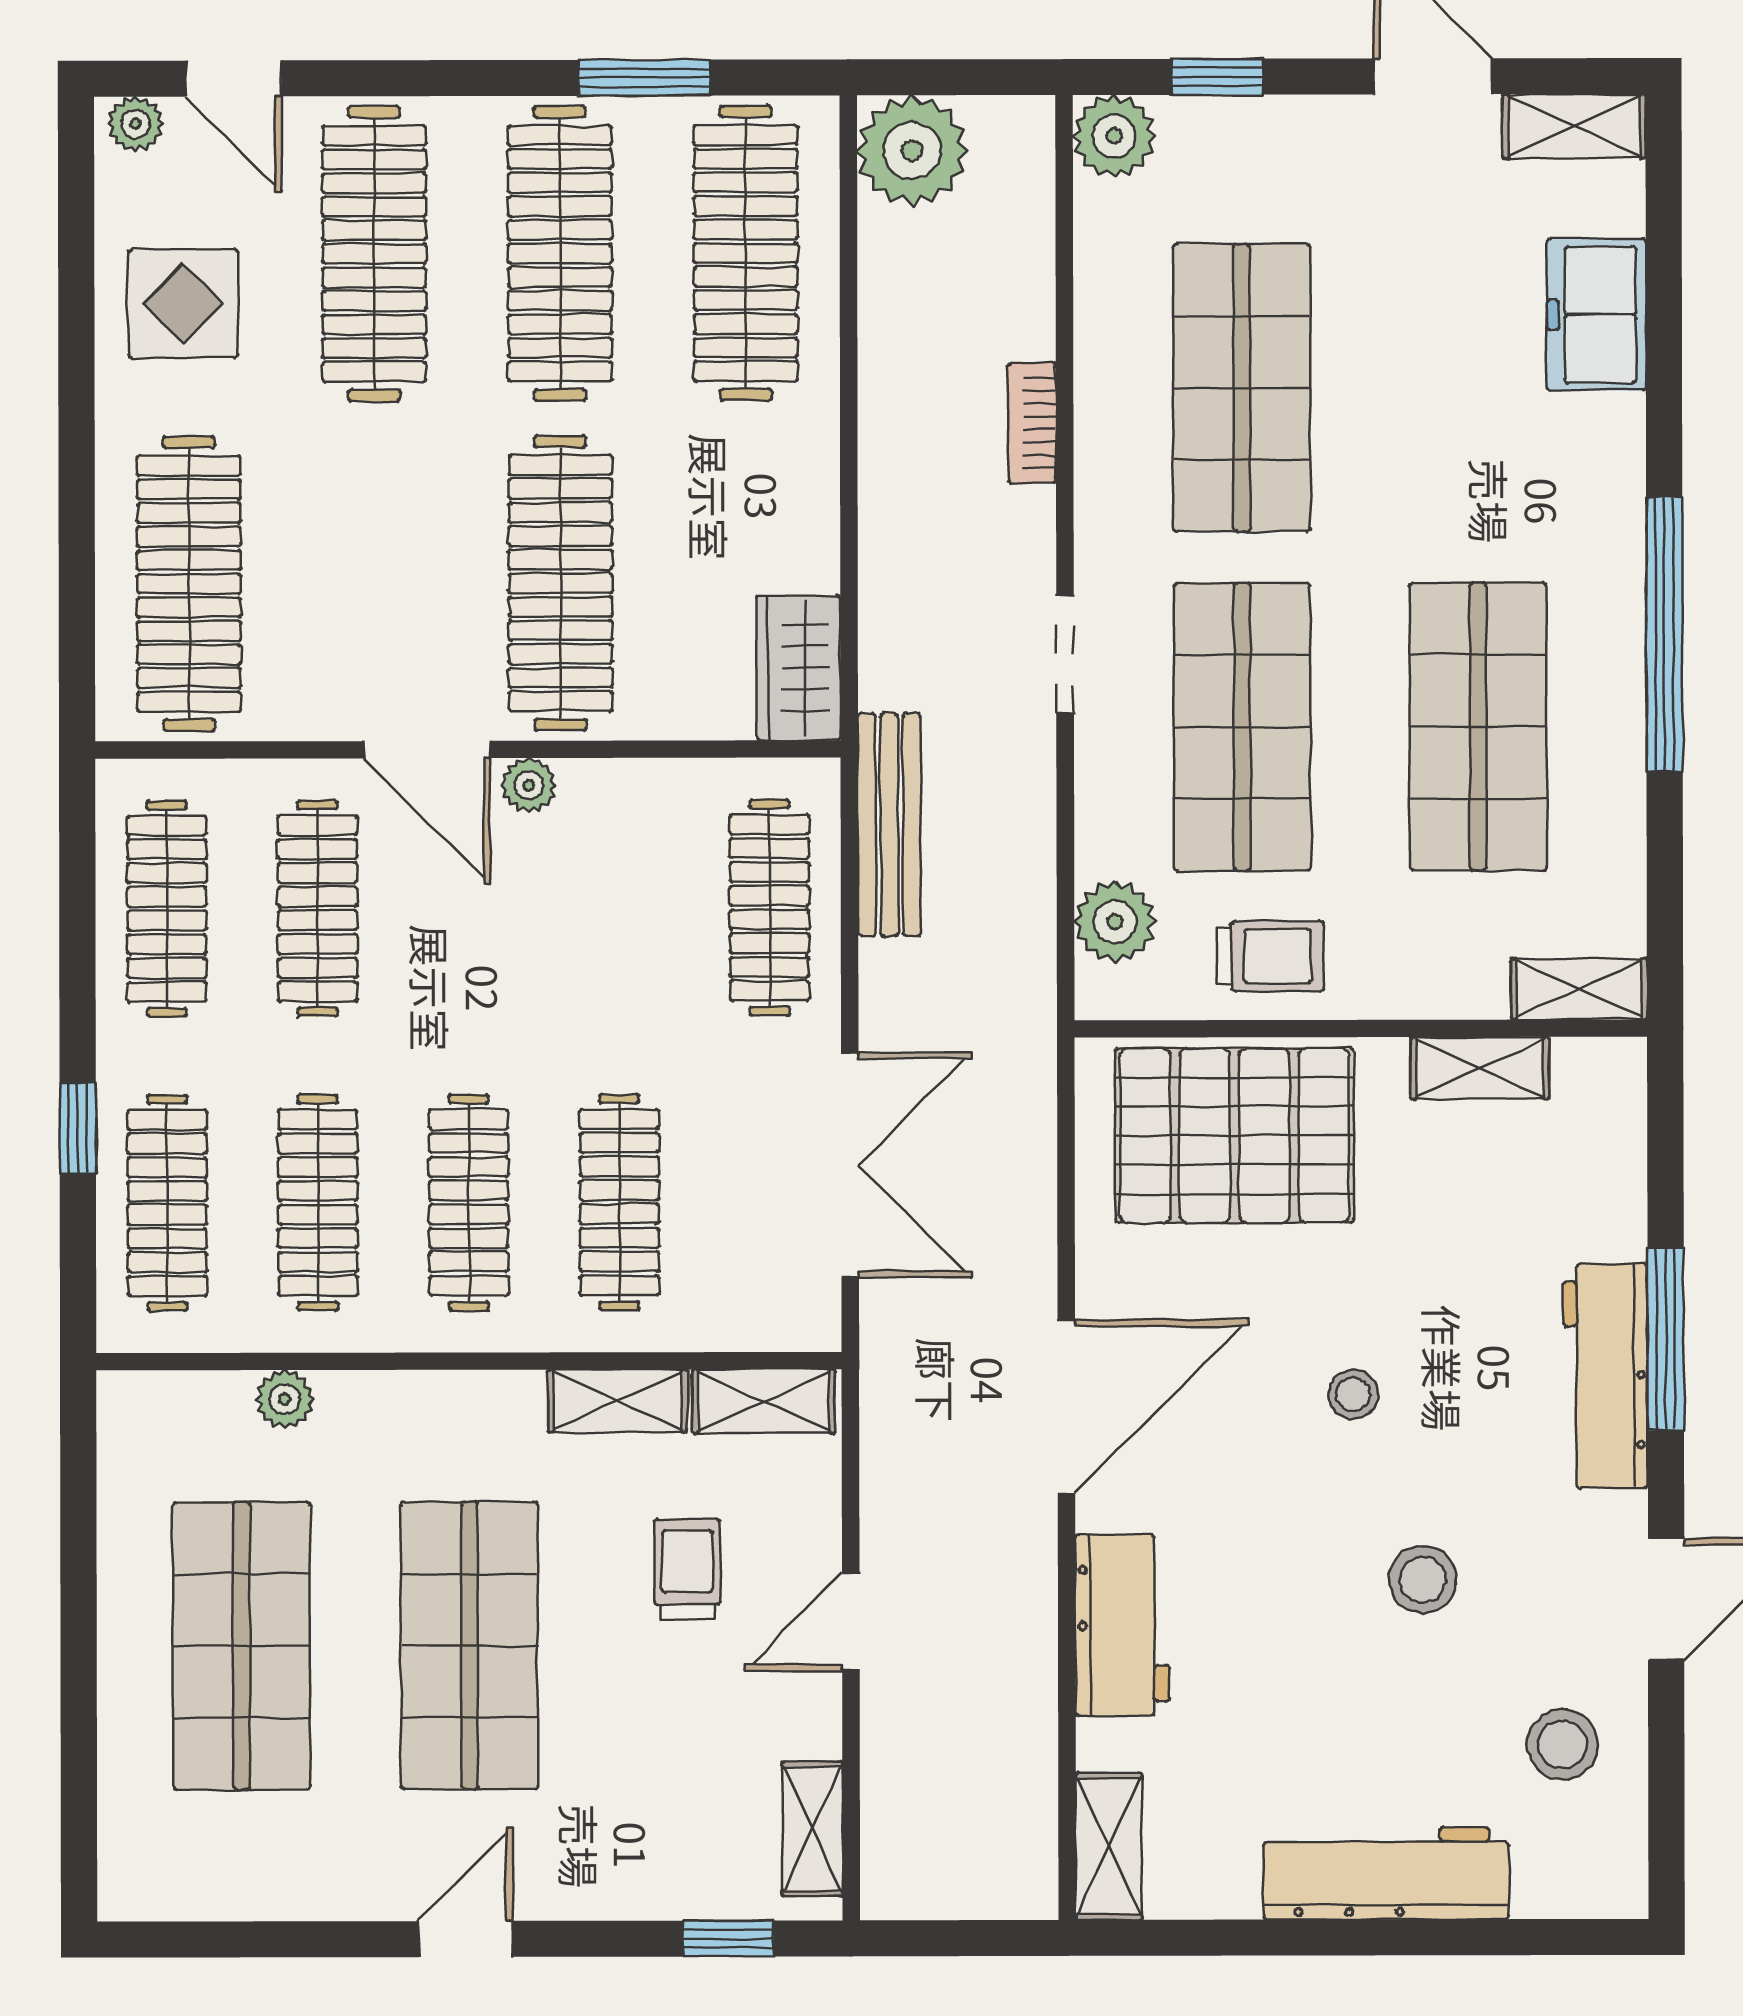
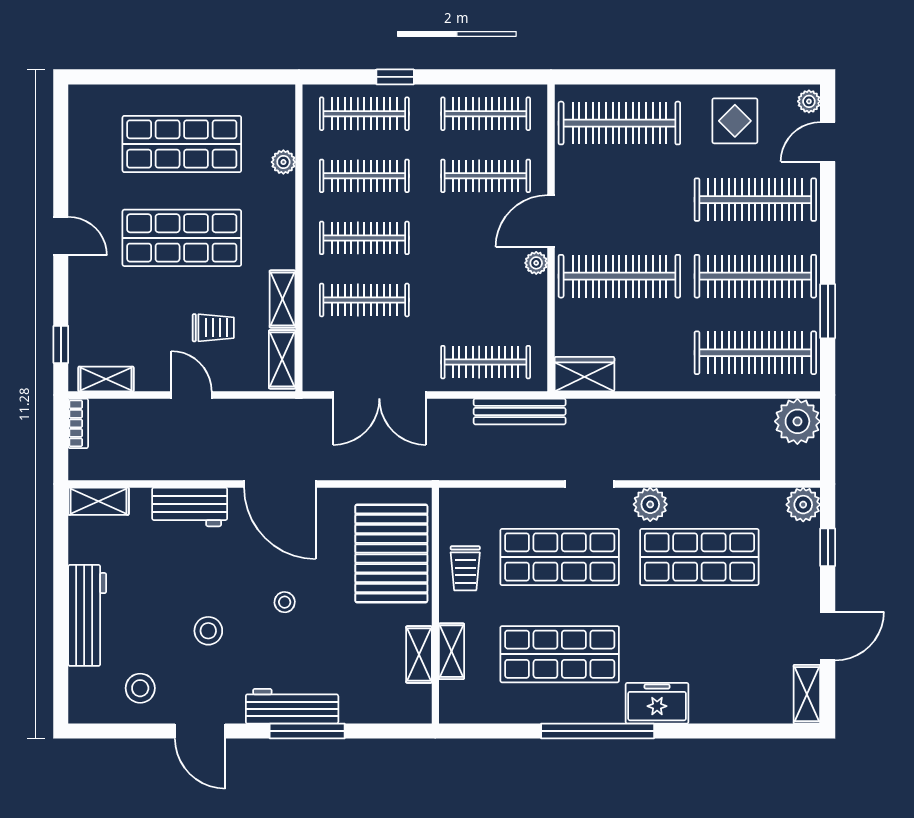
freezer: (1596, 315) -> (657, 703), moved
bookcase: (1032, 423) -> (78, 423), moved, turned 90
plant: (1115, 922) -> (650, 504), moved
shelving: (1579, 989) -> (451, 651), moved

